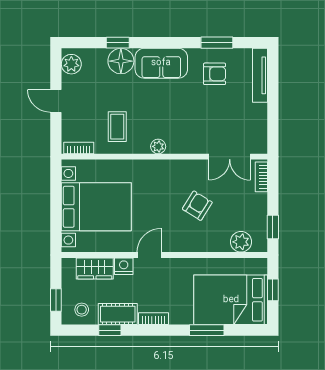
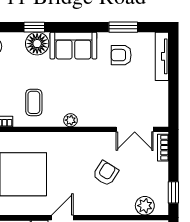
armchair: (215, 74) -> (121, 55), turned 180

